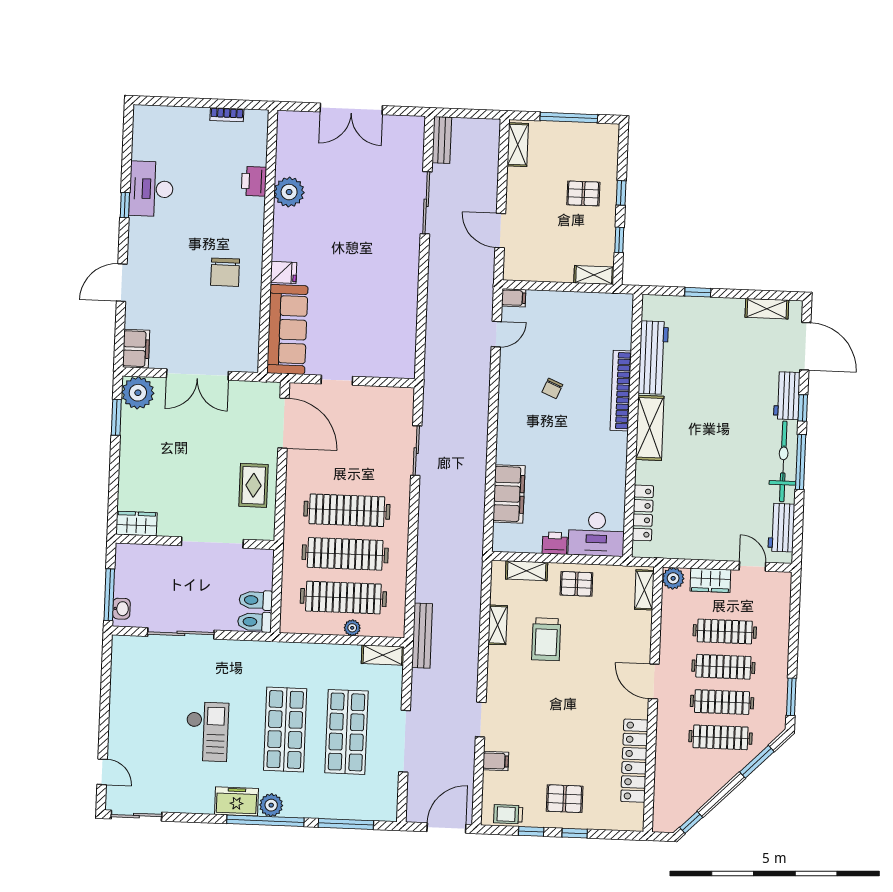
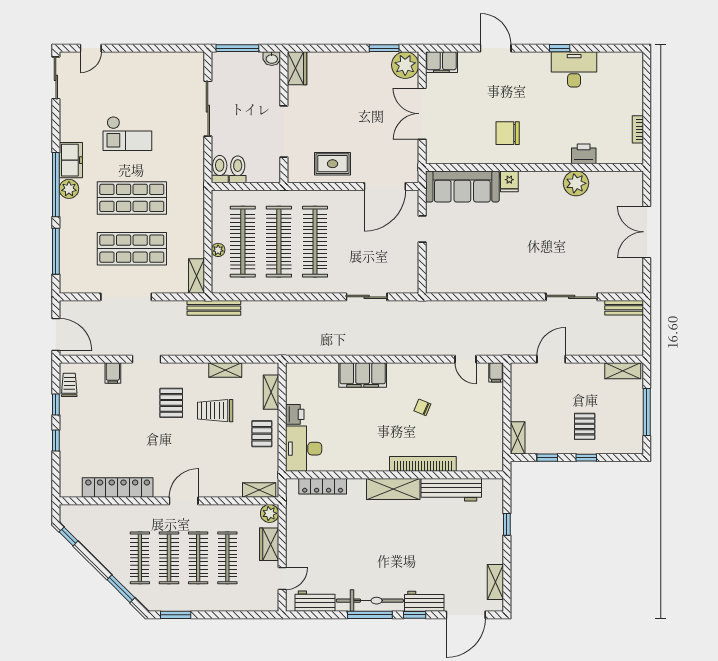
filing cabinet: (509, 494) -> (363, 375), moved
washbasin: (121, 609) -> (272, 59), moved
pallet: (565, 799) -> (171, 403), moved

